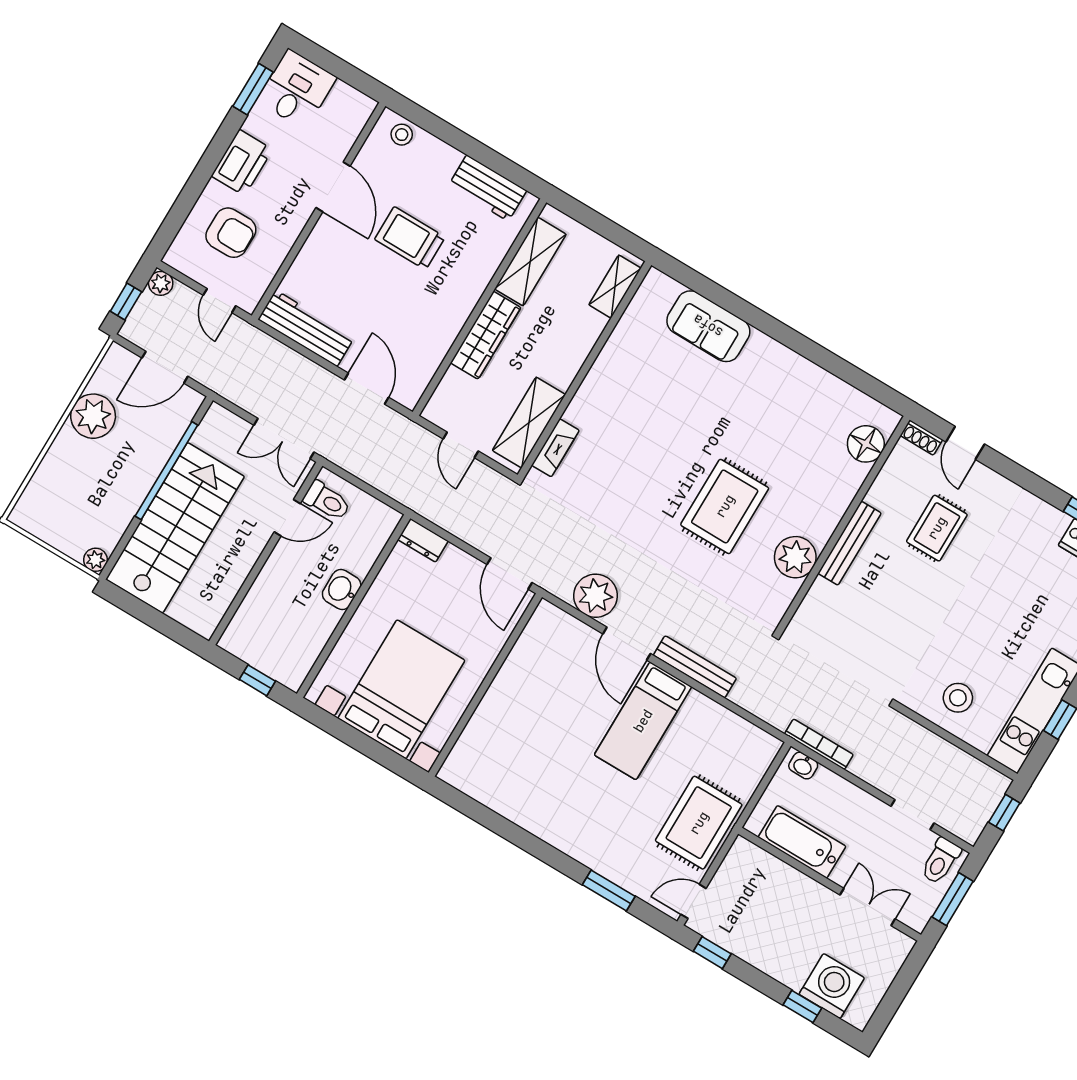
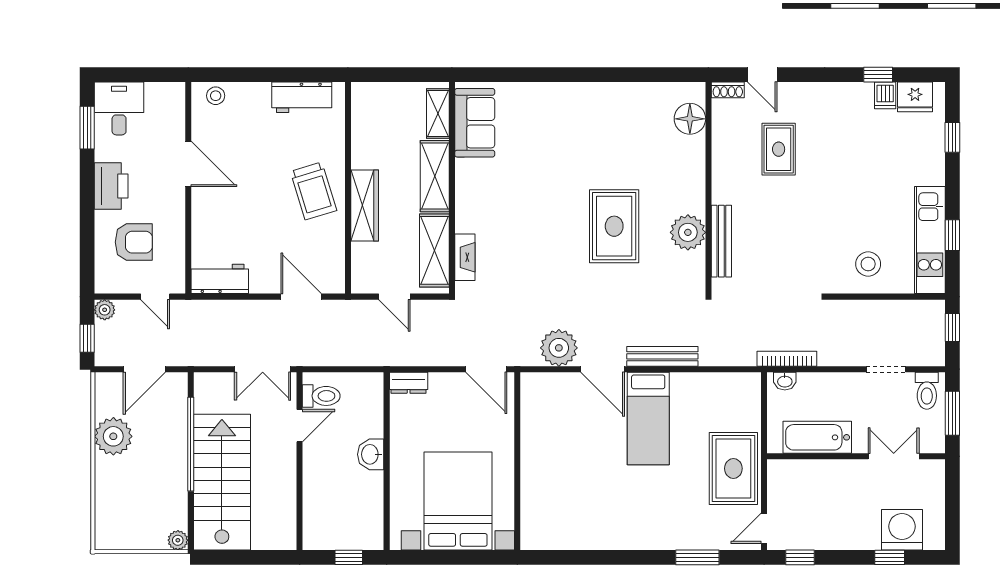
trolley: (410, 238) -> (314, 191), moved, turned -107
shelving: (530, 262) -> (435, 176), moved
sofa: (708, 326) -> (475, 123), moved, turned -90
workbench: (306, 328) -> (220, 279), width x0.73
bench: (849, 543) -> (721, 241), moved

